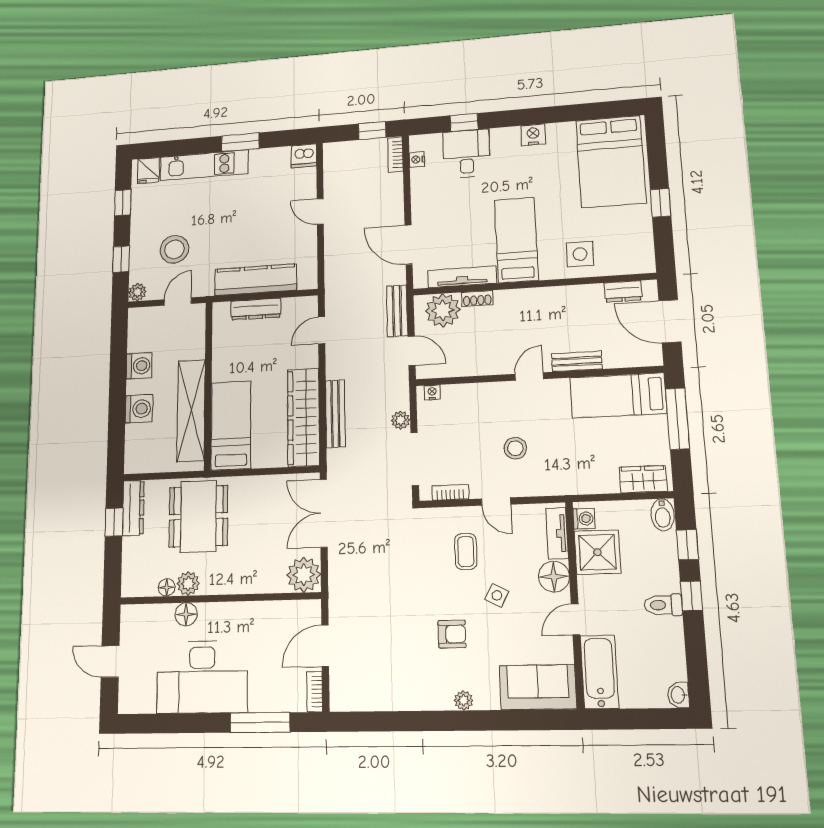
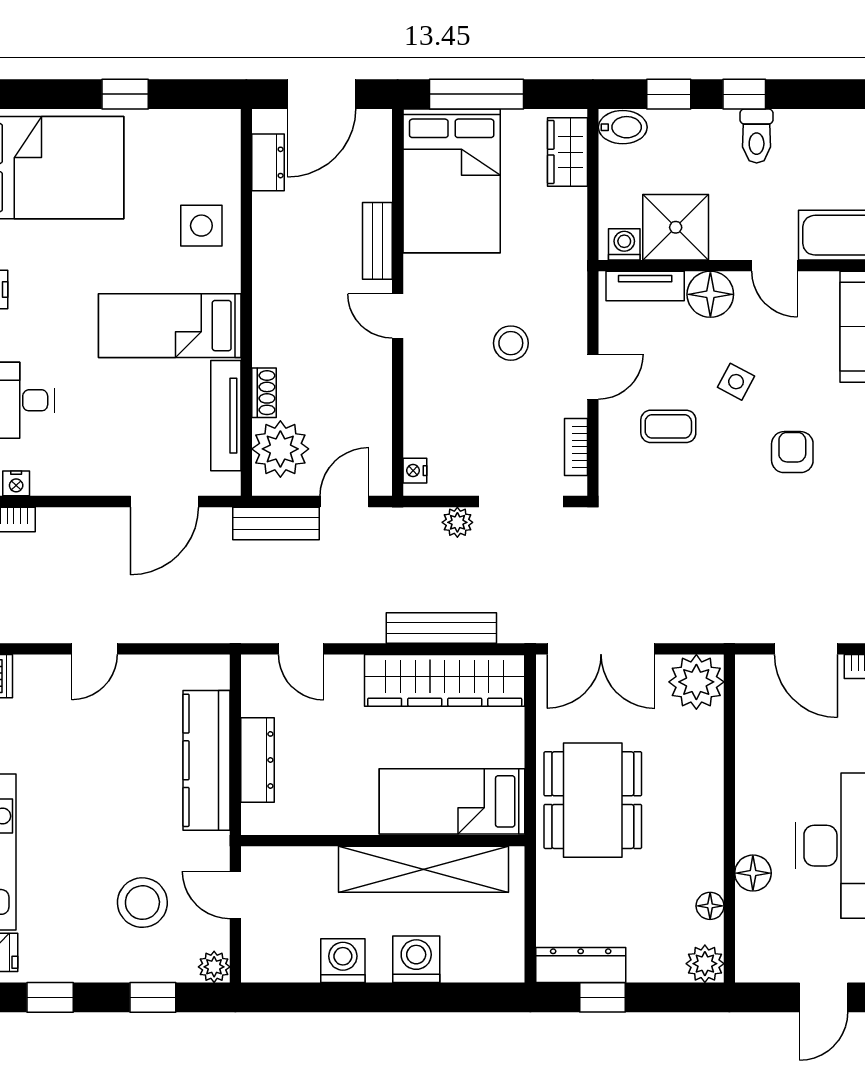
bed: (618, 396) -> (452, 181), width x1.50
dining table: (198, 516) -> (593, 800), moved, turned 90
plant: (188, 584) -> (705, 964), moved

